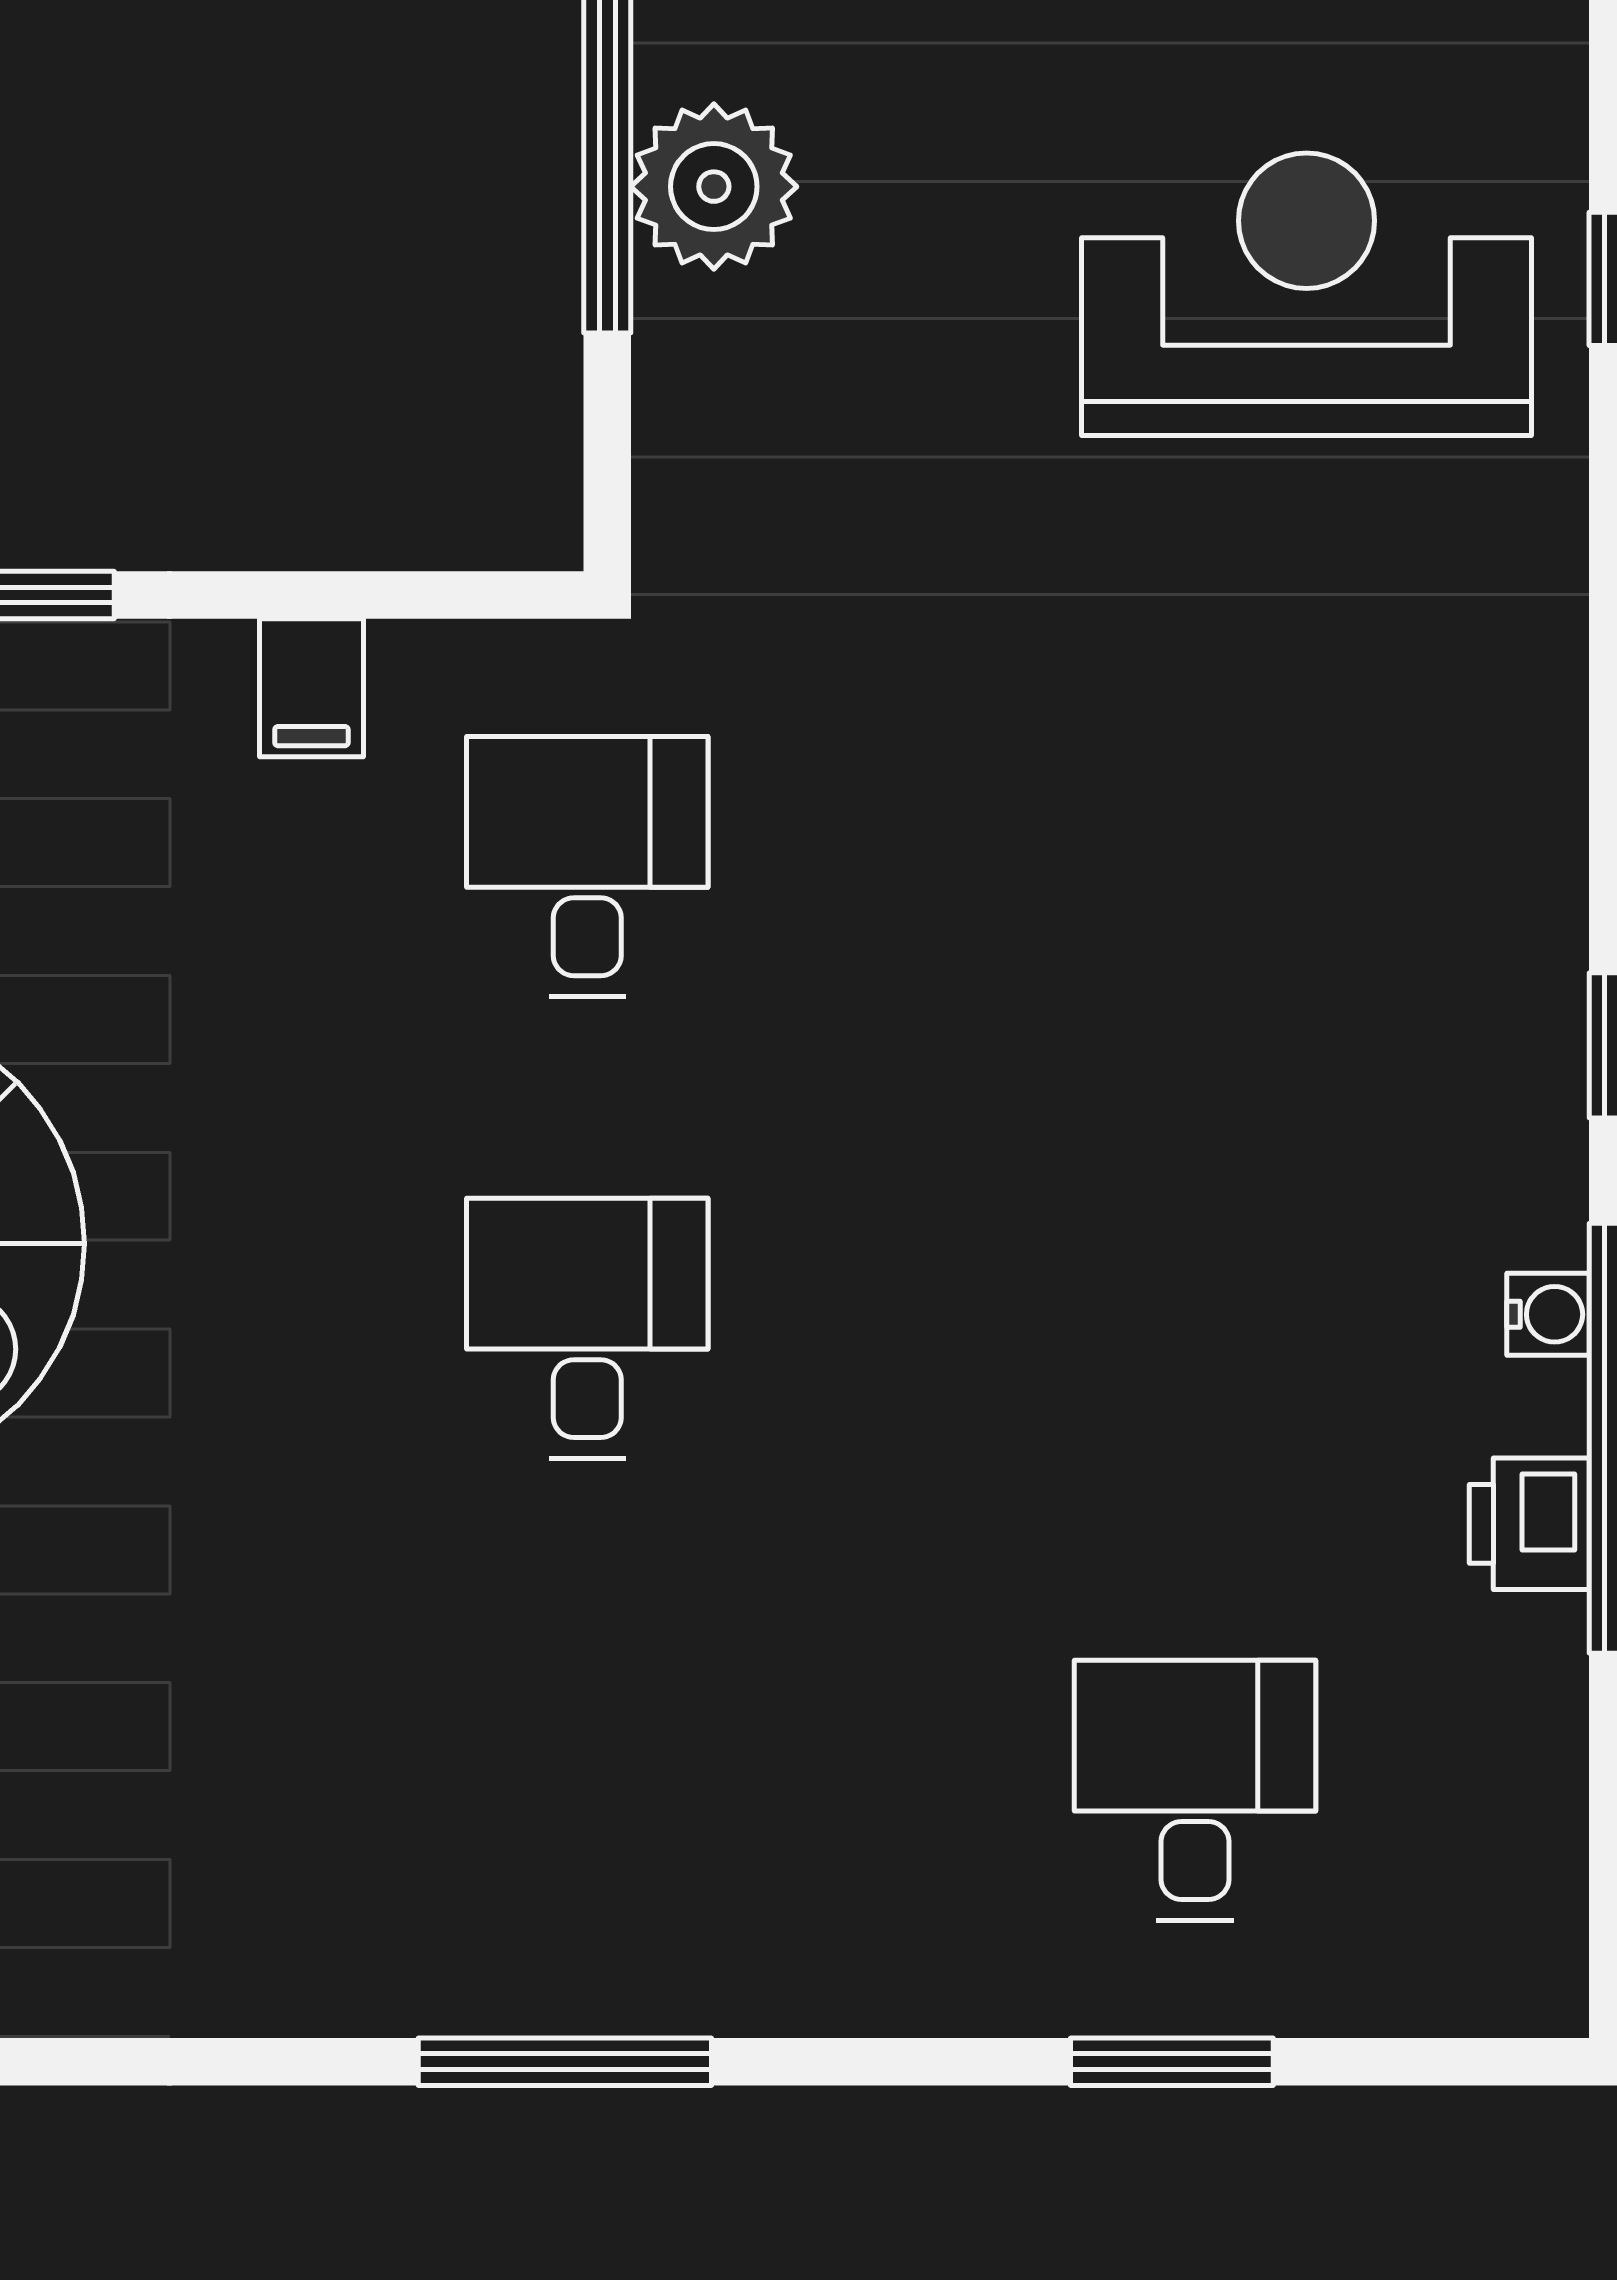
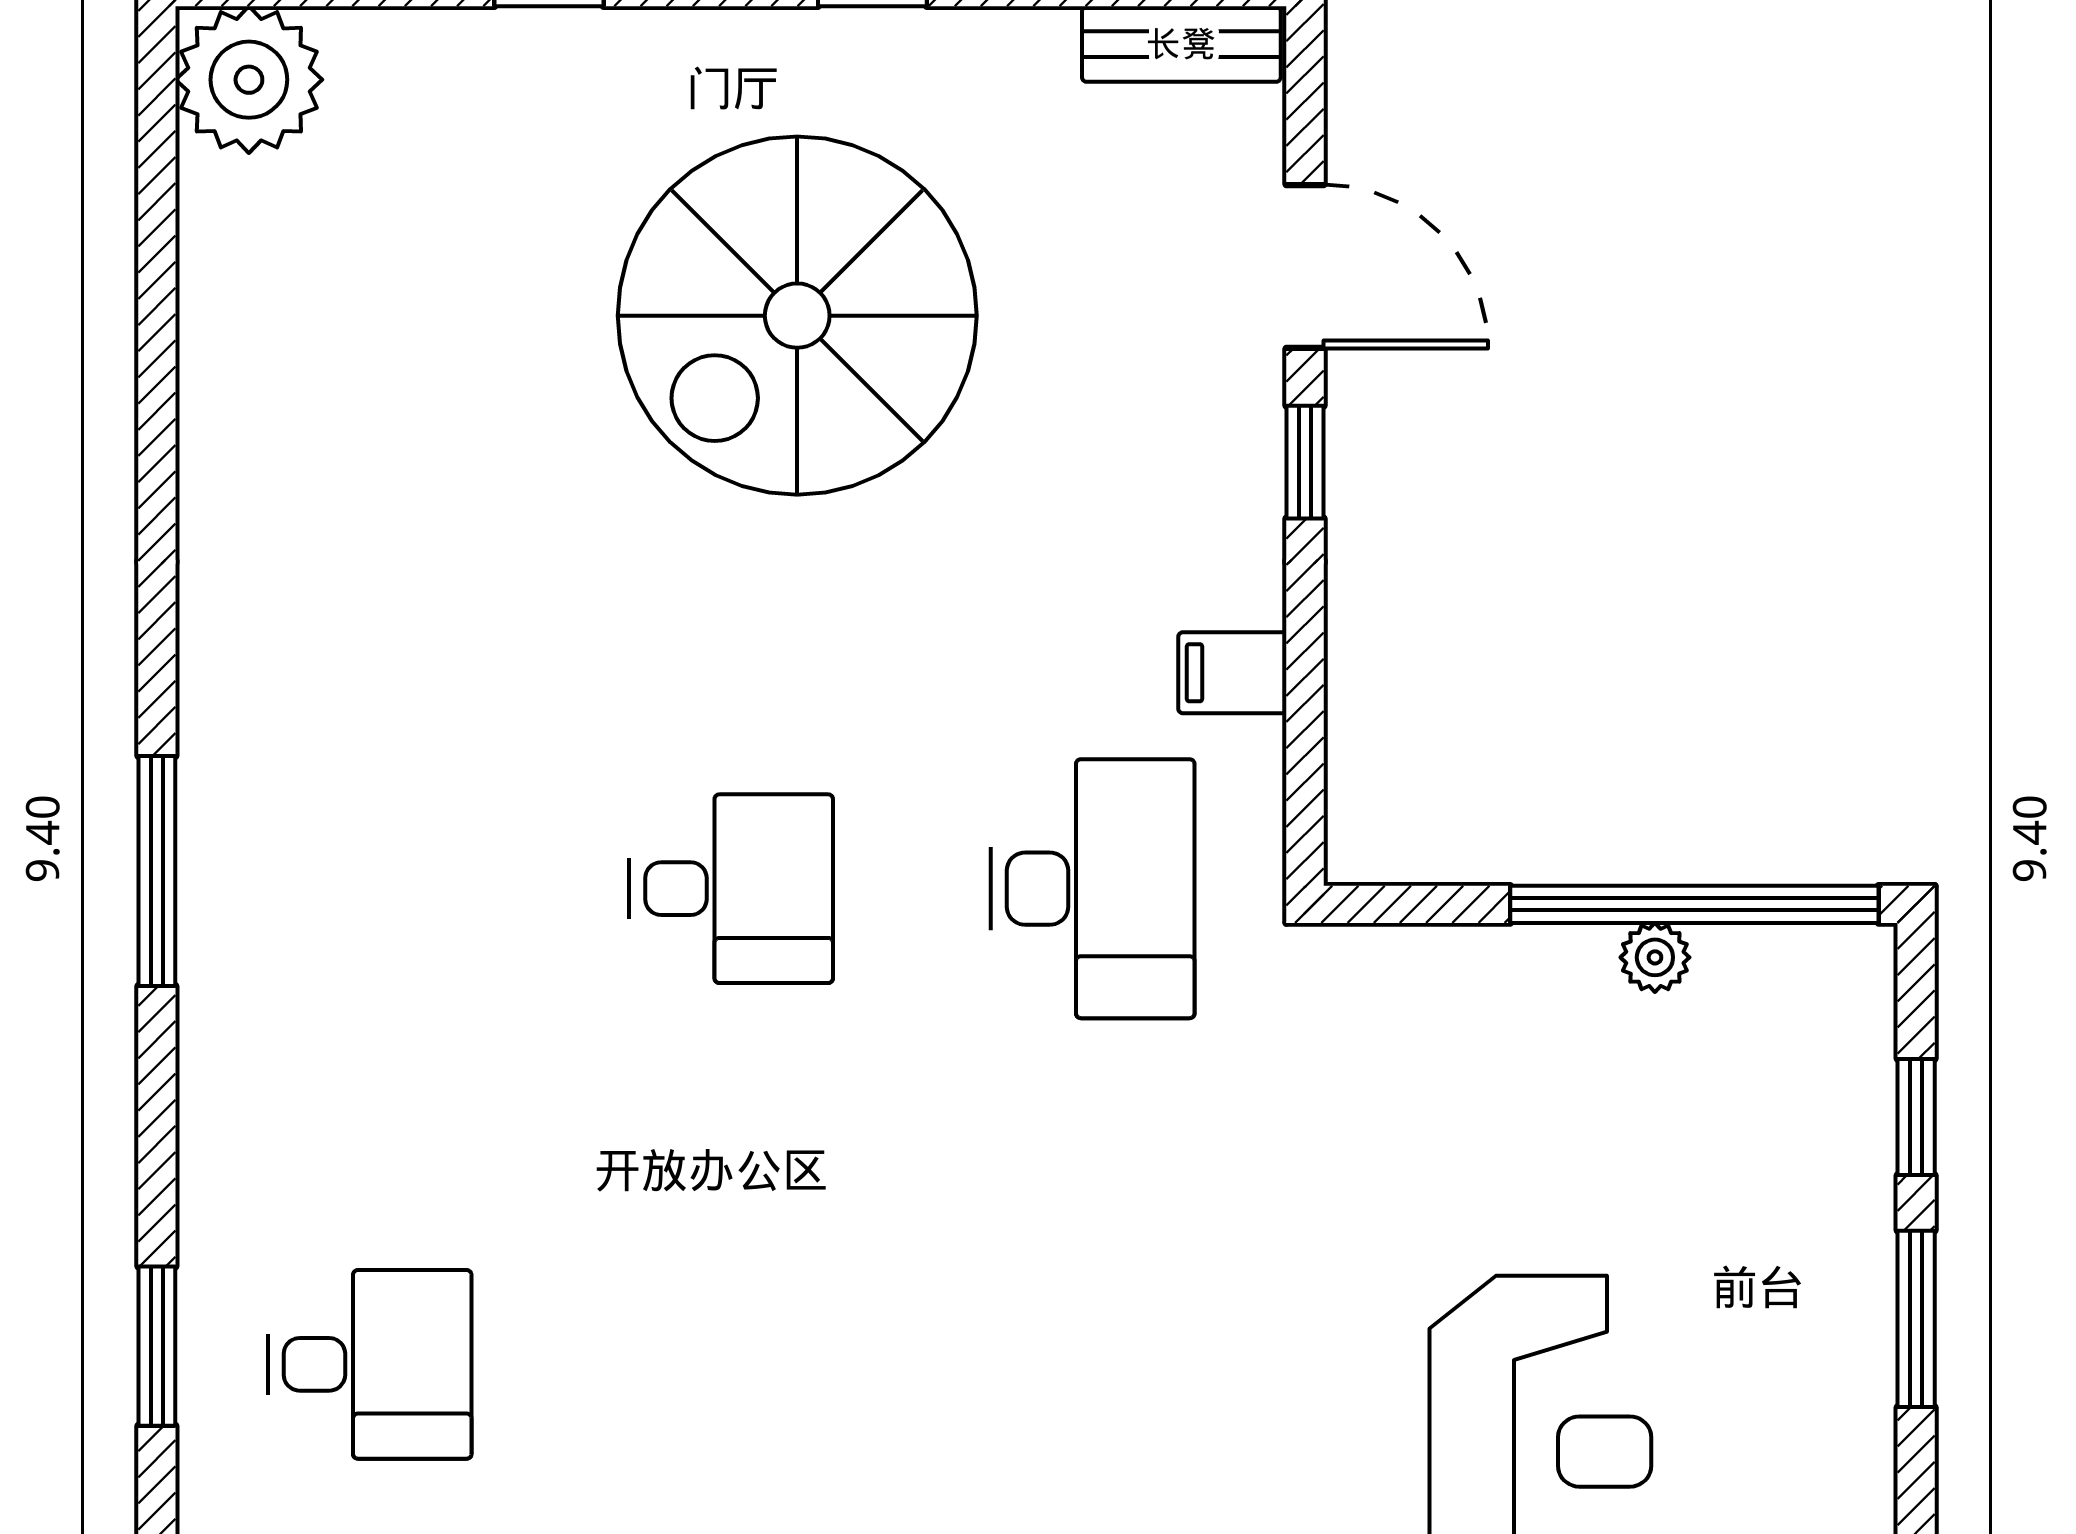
plant: (714, 187) -> (1655, 957), width x0.53, depth x0.53
desk: (587, 866) -> (1092, 889), width x1.37

